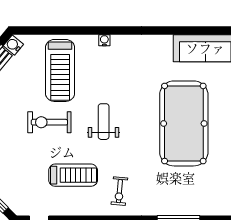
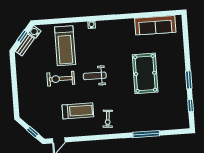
weight bench: (104, 122) -> (95, 76), turned -90
pool table: (184, 123) -> (145, 73), width x0.73, depth x0.76

